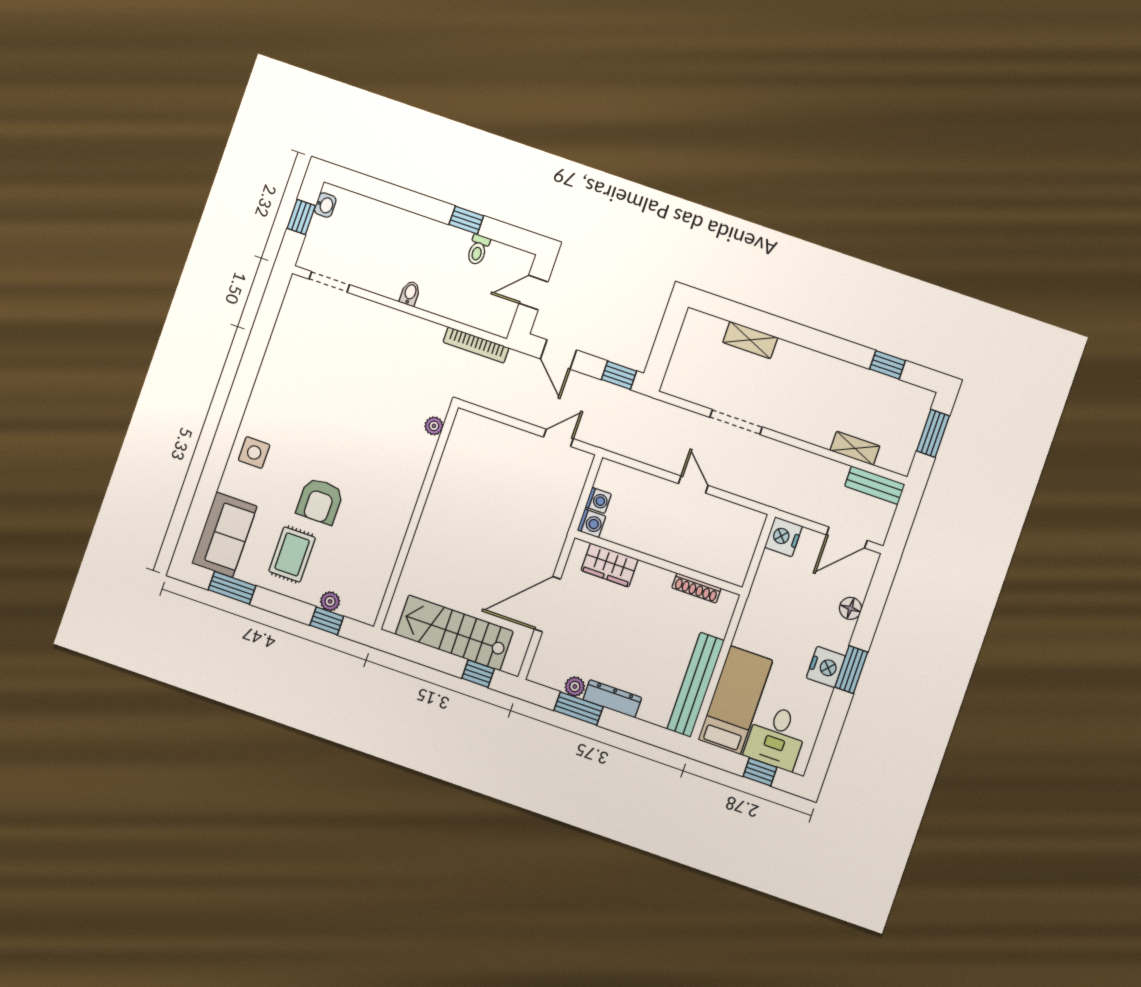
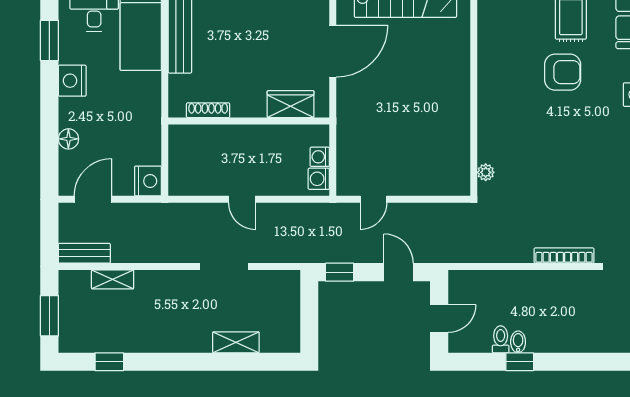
bidet: (410, 293) -> (518, 342), moved, turned 180
bookcase: (476, 345) -> (564, 256), moved
armchair: (320, 501) -> (563, 72), turned 90
washing machine: (592, 523) -> (319, 179), moved
window: (851, 670) -> (49, 41), moved

